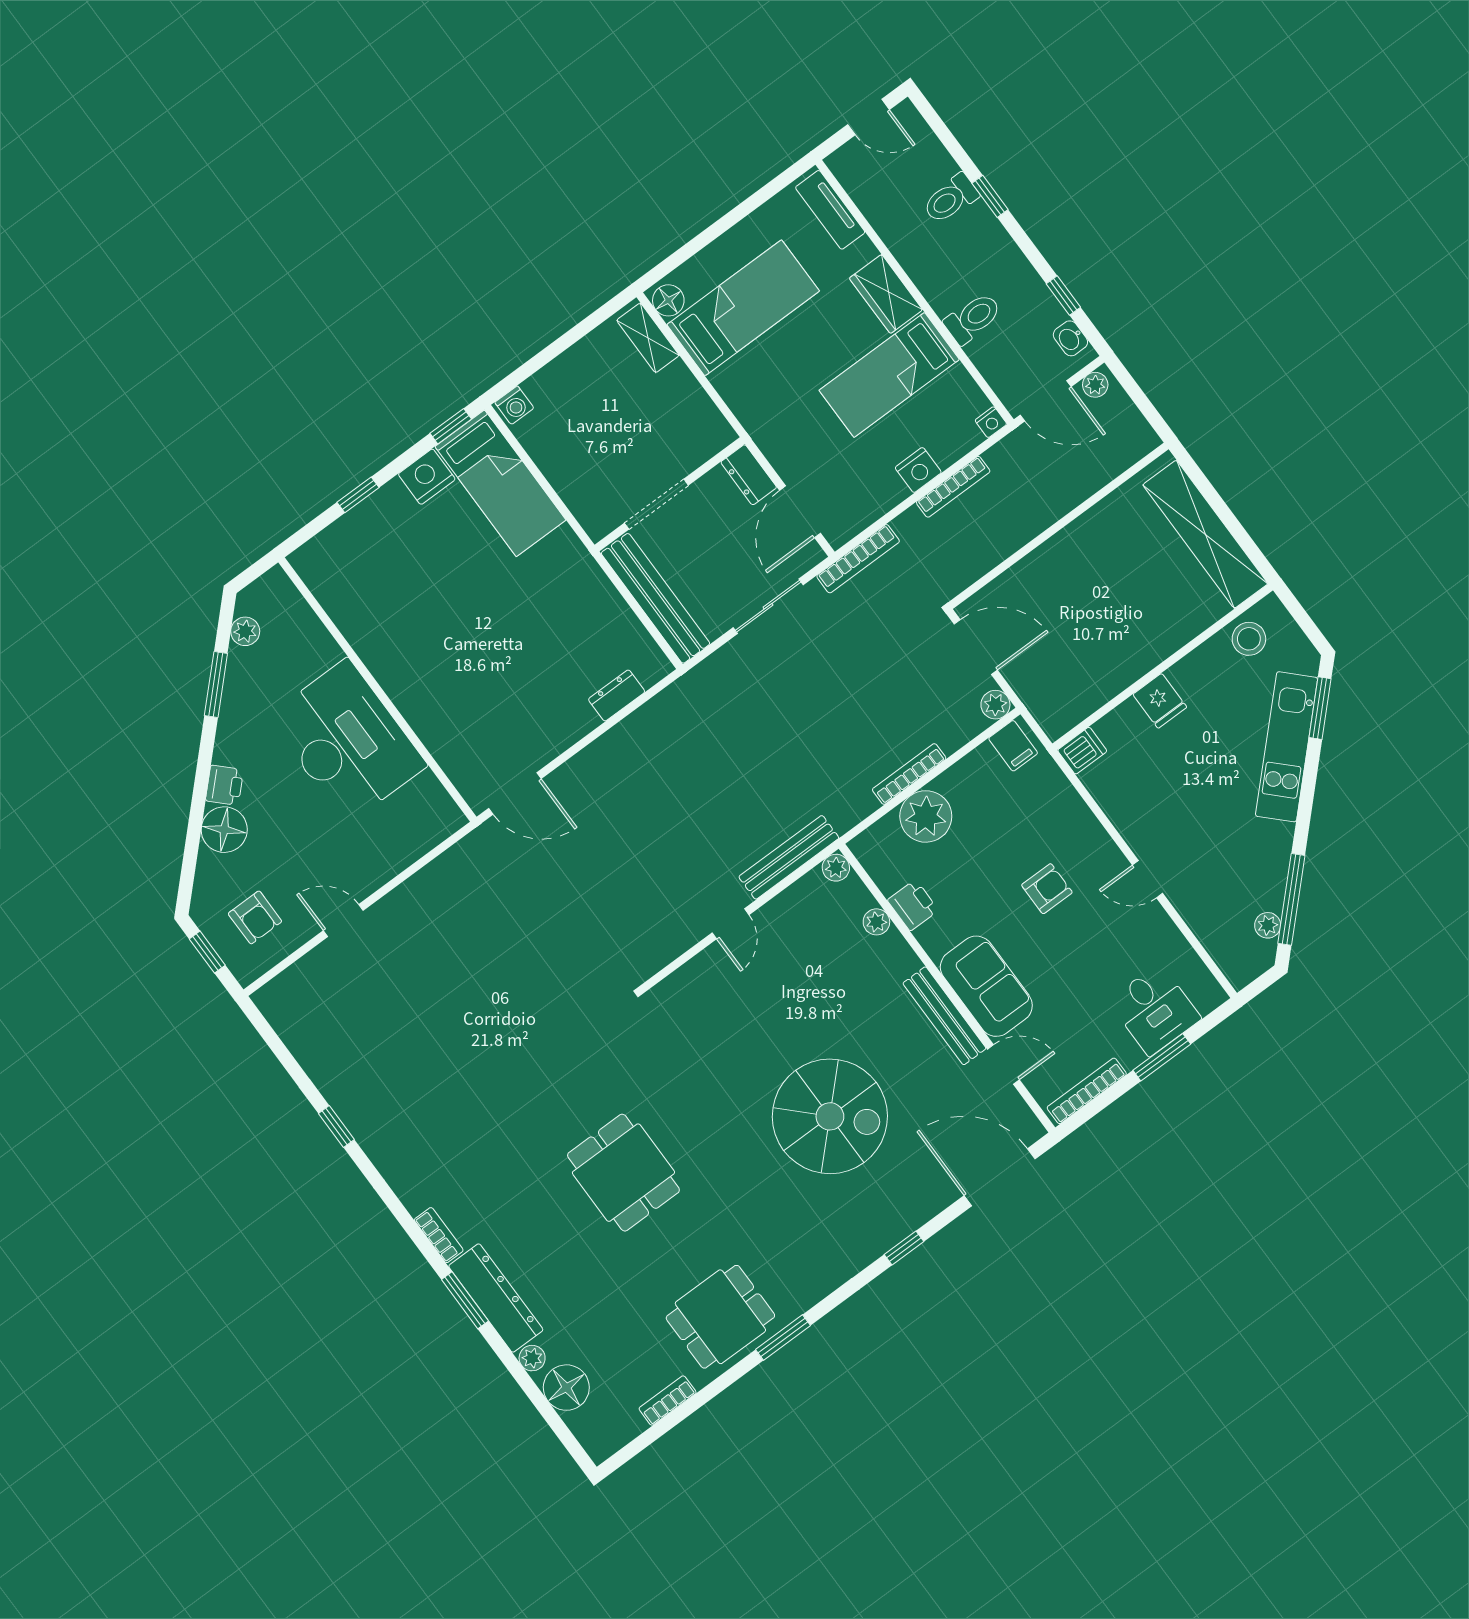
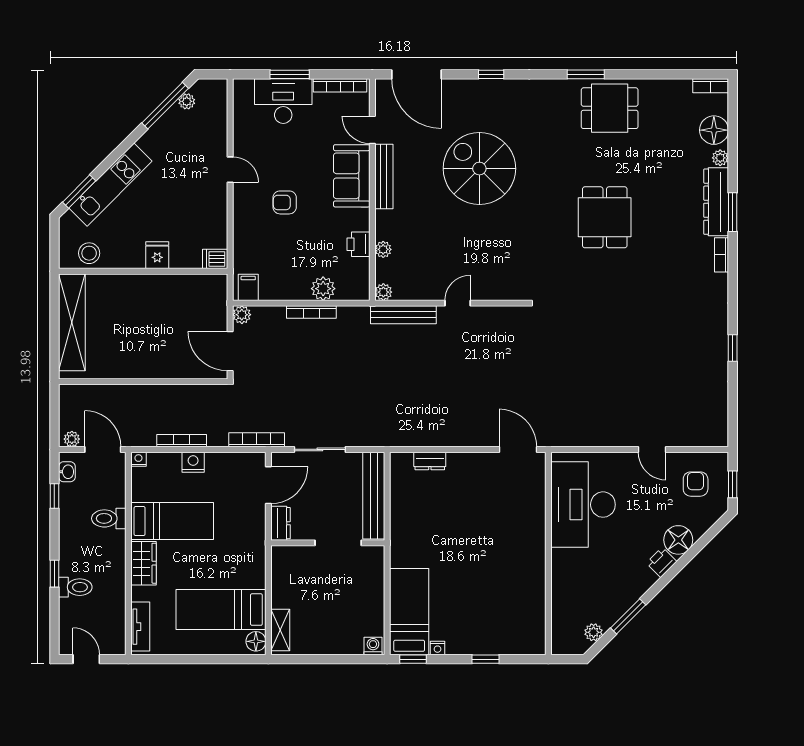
nightstand: (427, 477) -> (438, 648), width x0.53, depth x0.56
desk: (347, 741) -> (583, 505), moved
plant: (926, 816) -> (323, 289), width x0.73, depth x0.73
desk: (1155, 1010) -> (283, 101), width x1.37
bookcase: (668, 1400) -> (711, 86), moved

